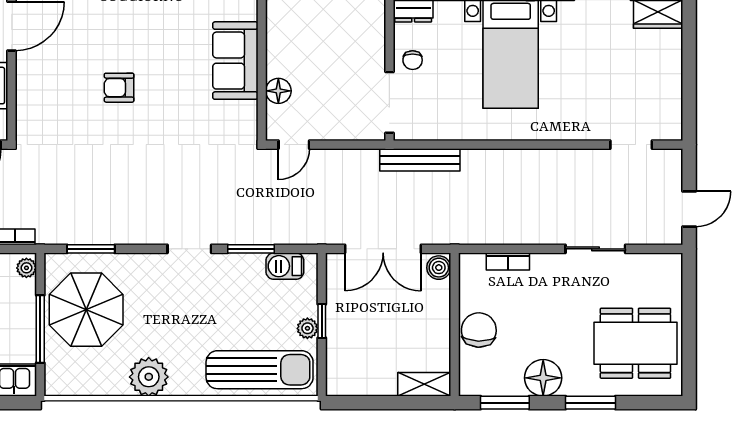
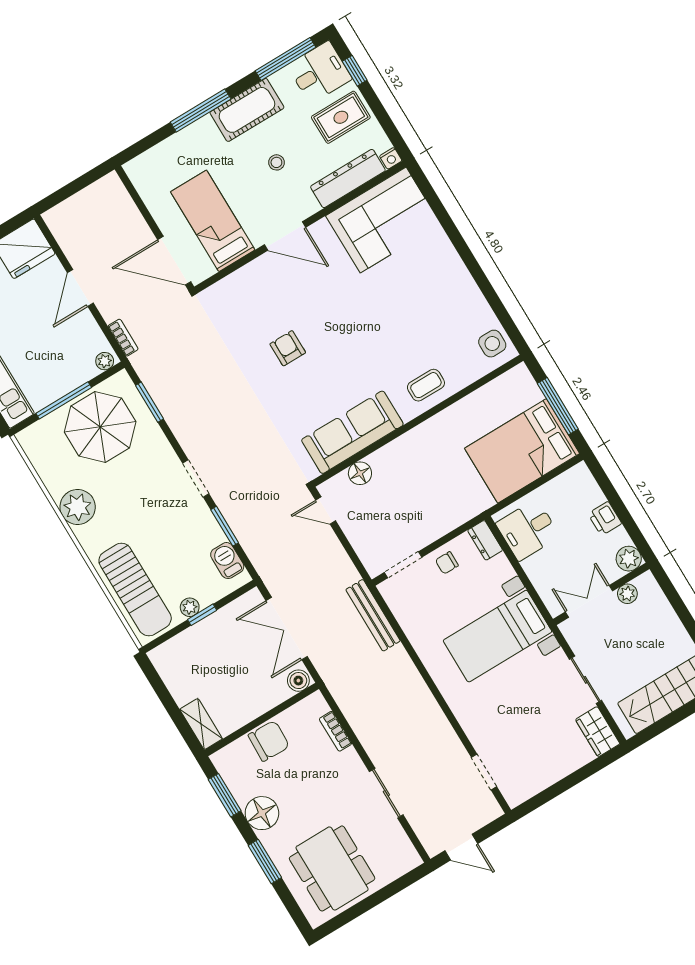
sofa: (235, 61) -> (352, 432), width x1.36
doorway: (389, 102) -> (403, 565), width x0.73

